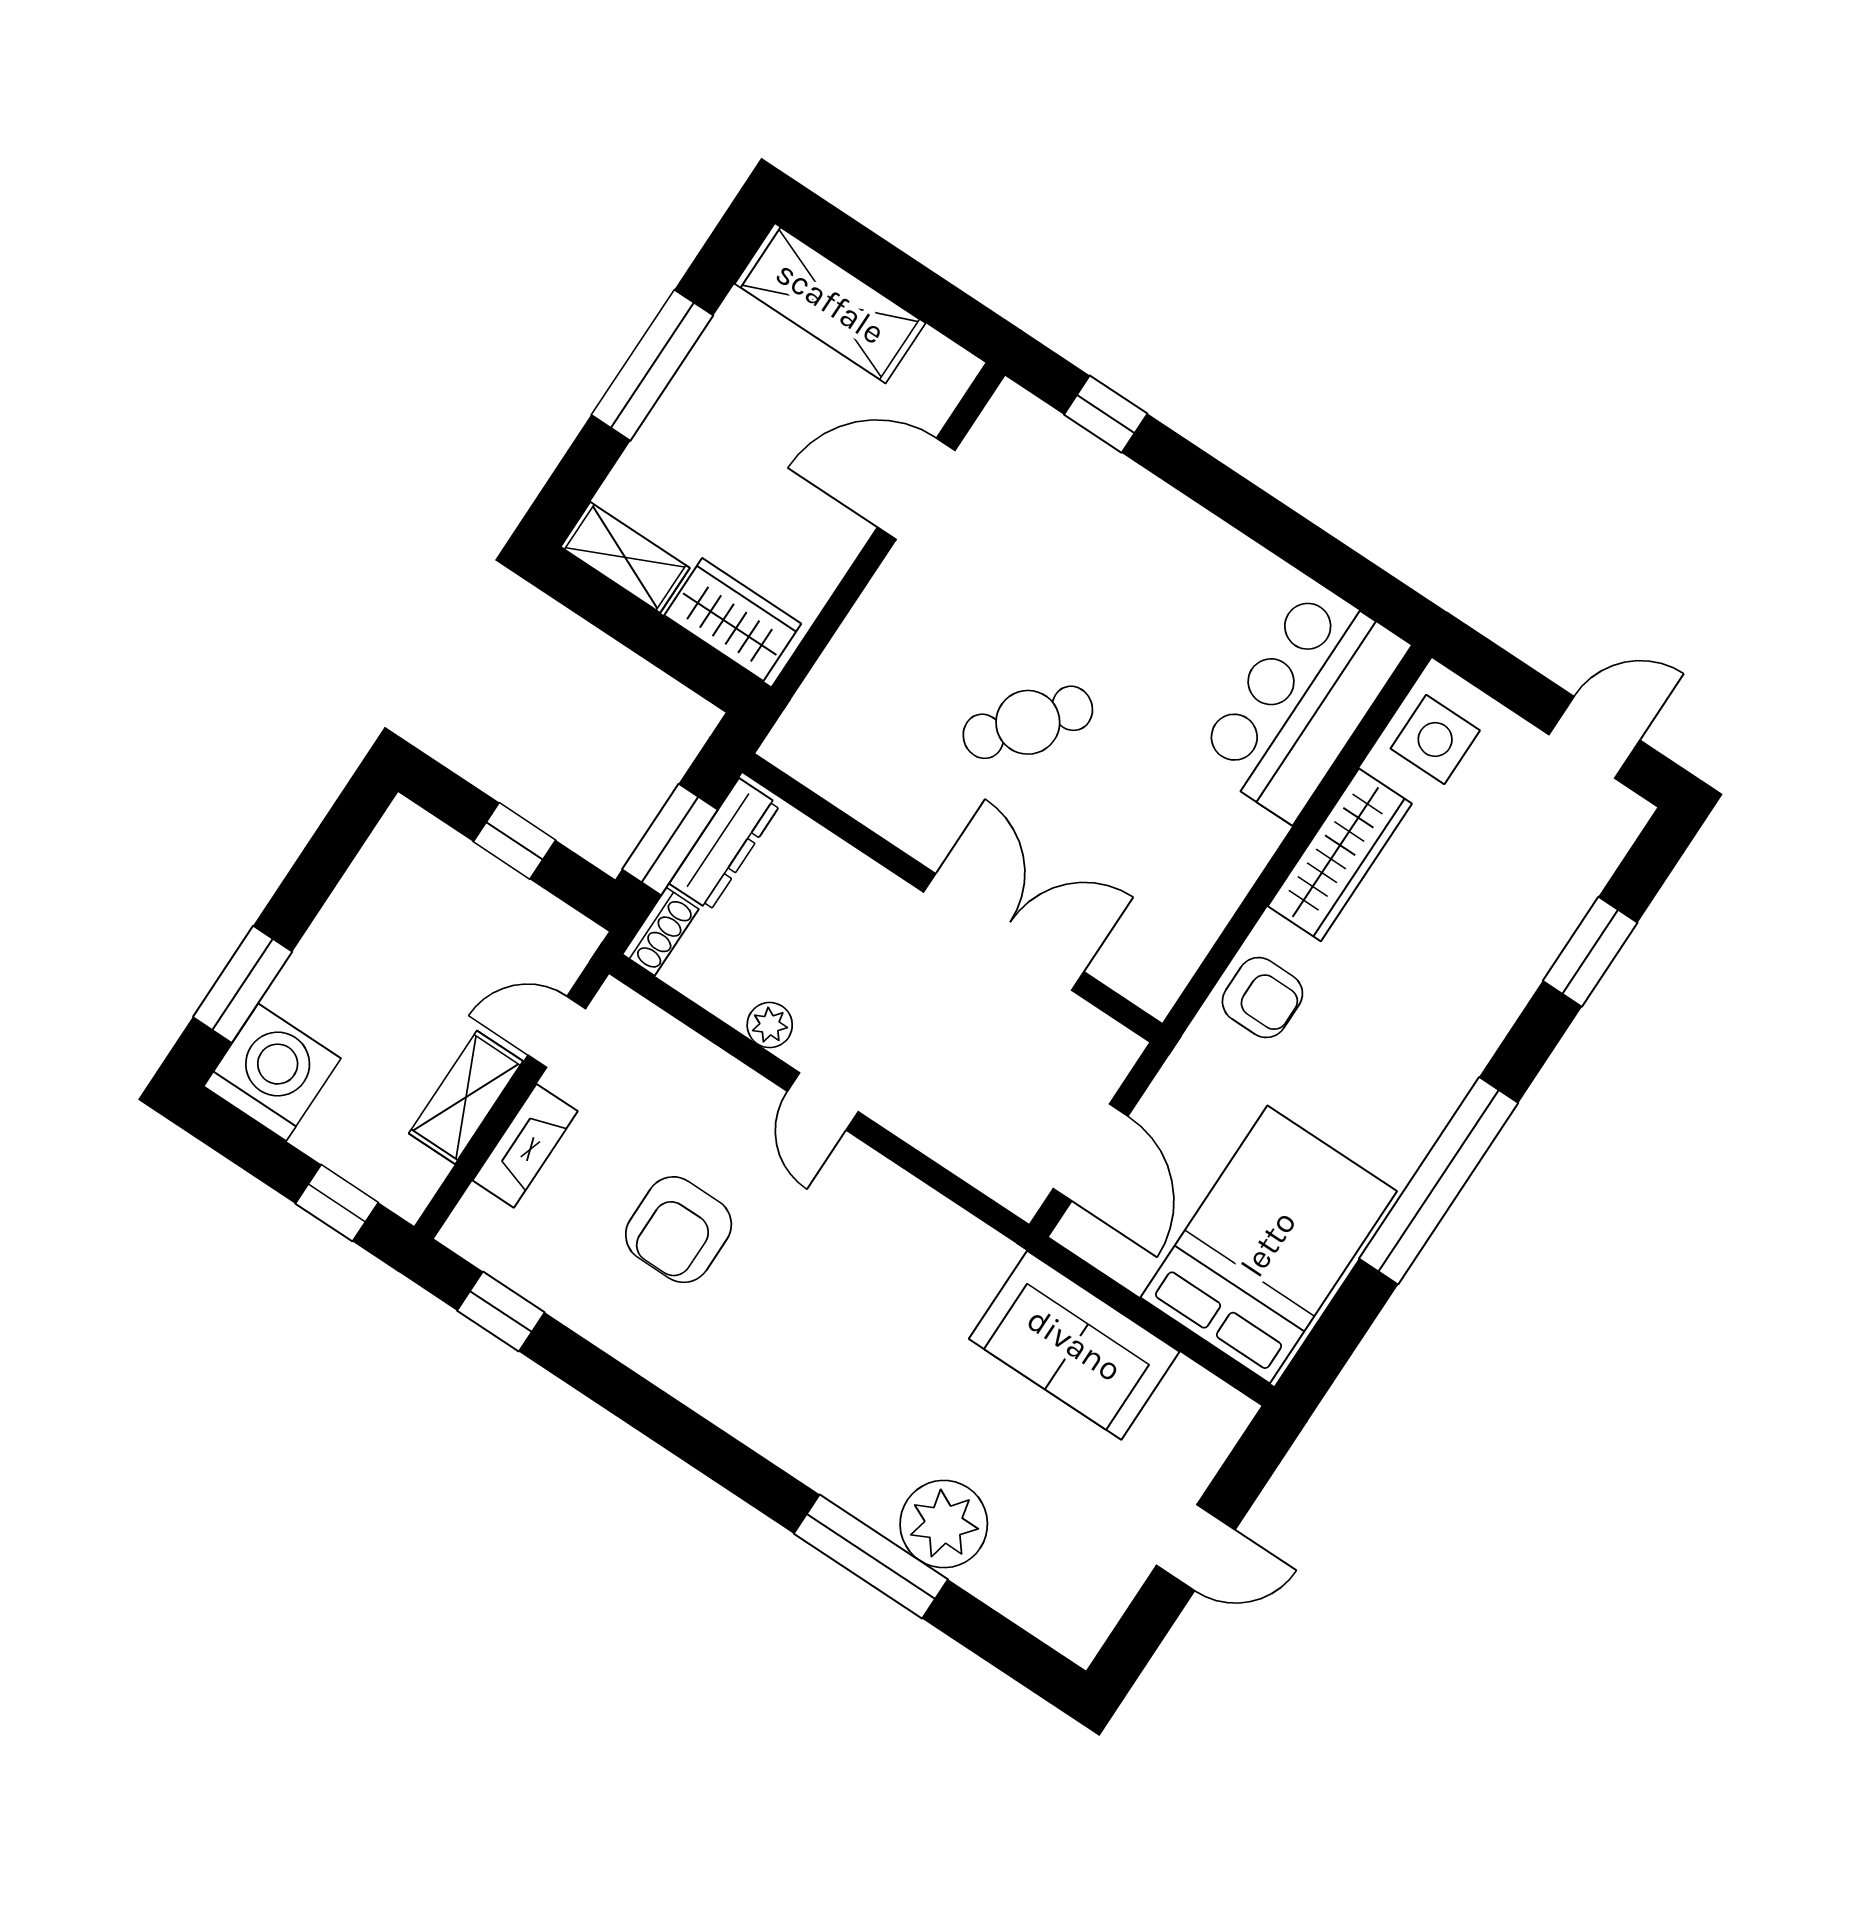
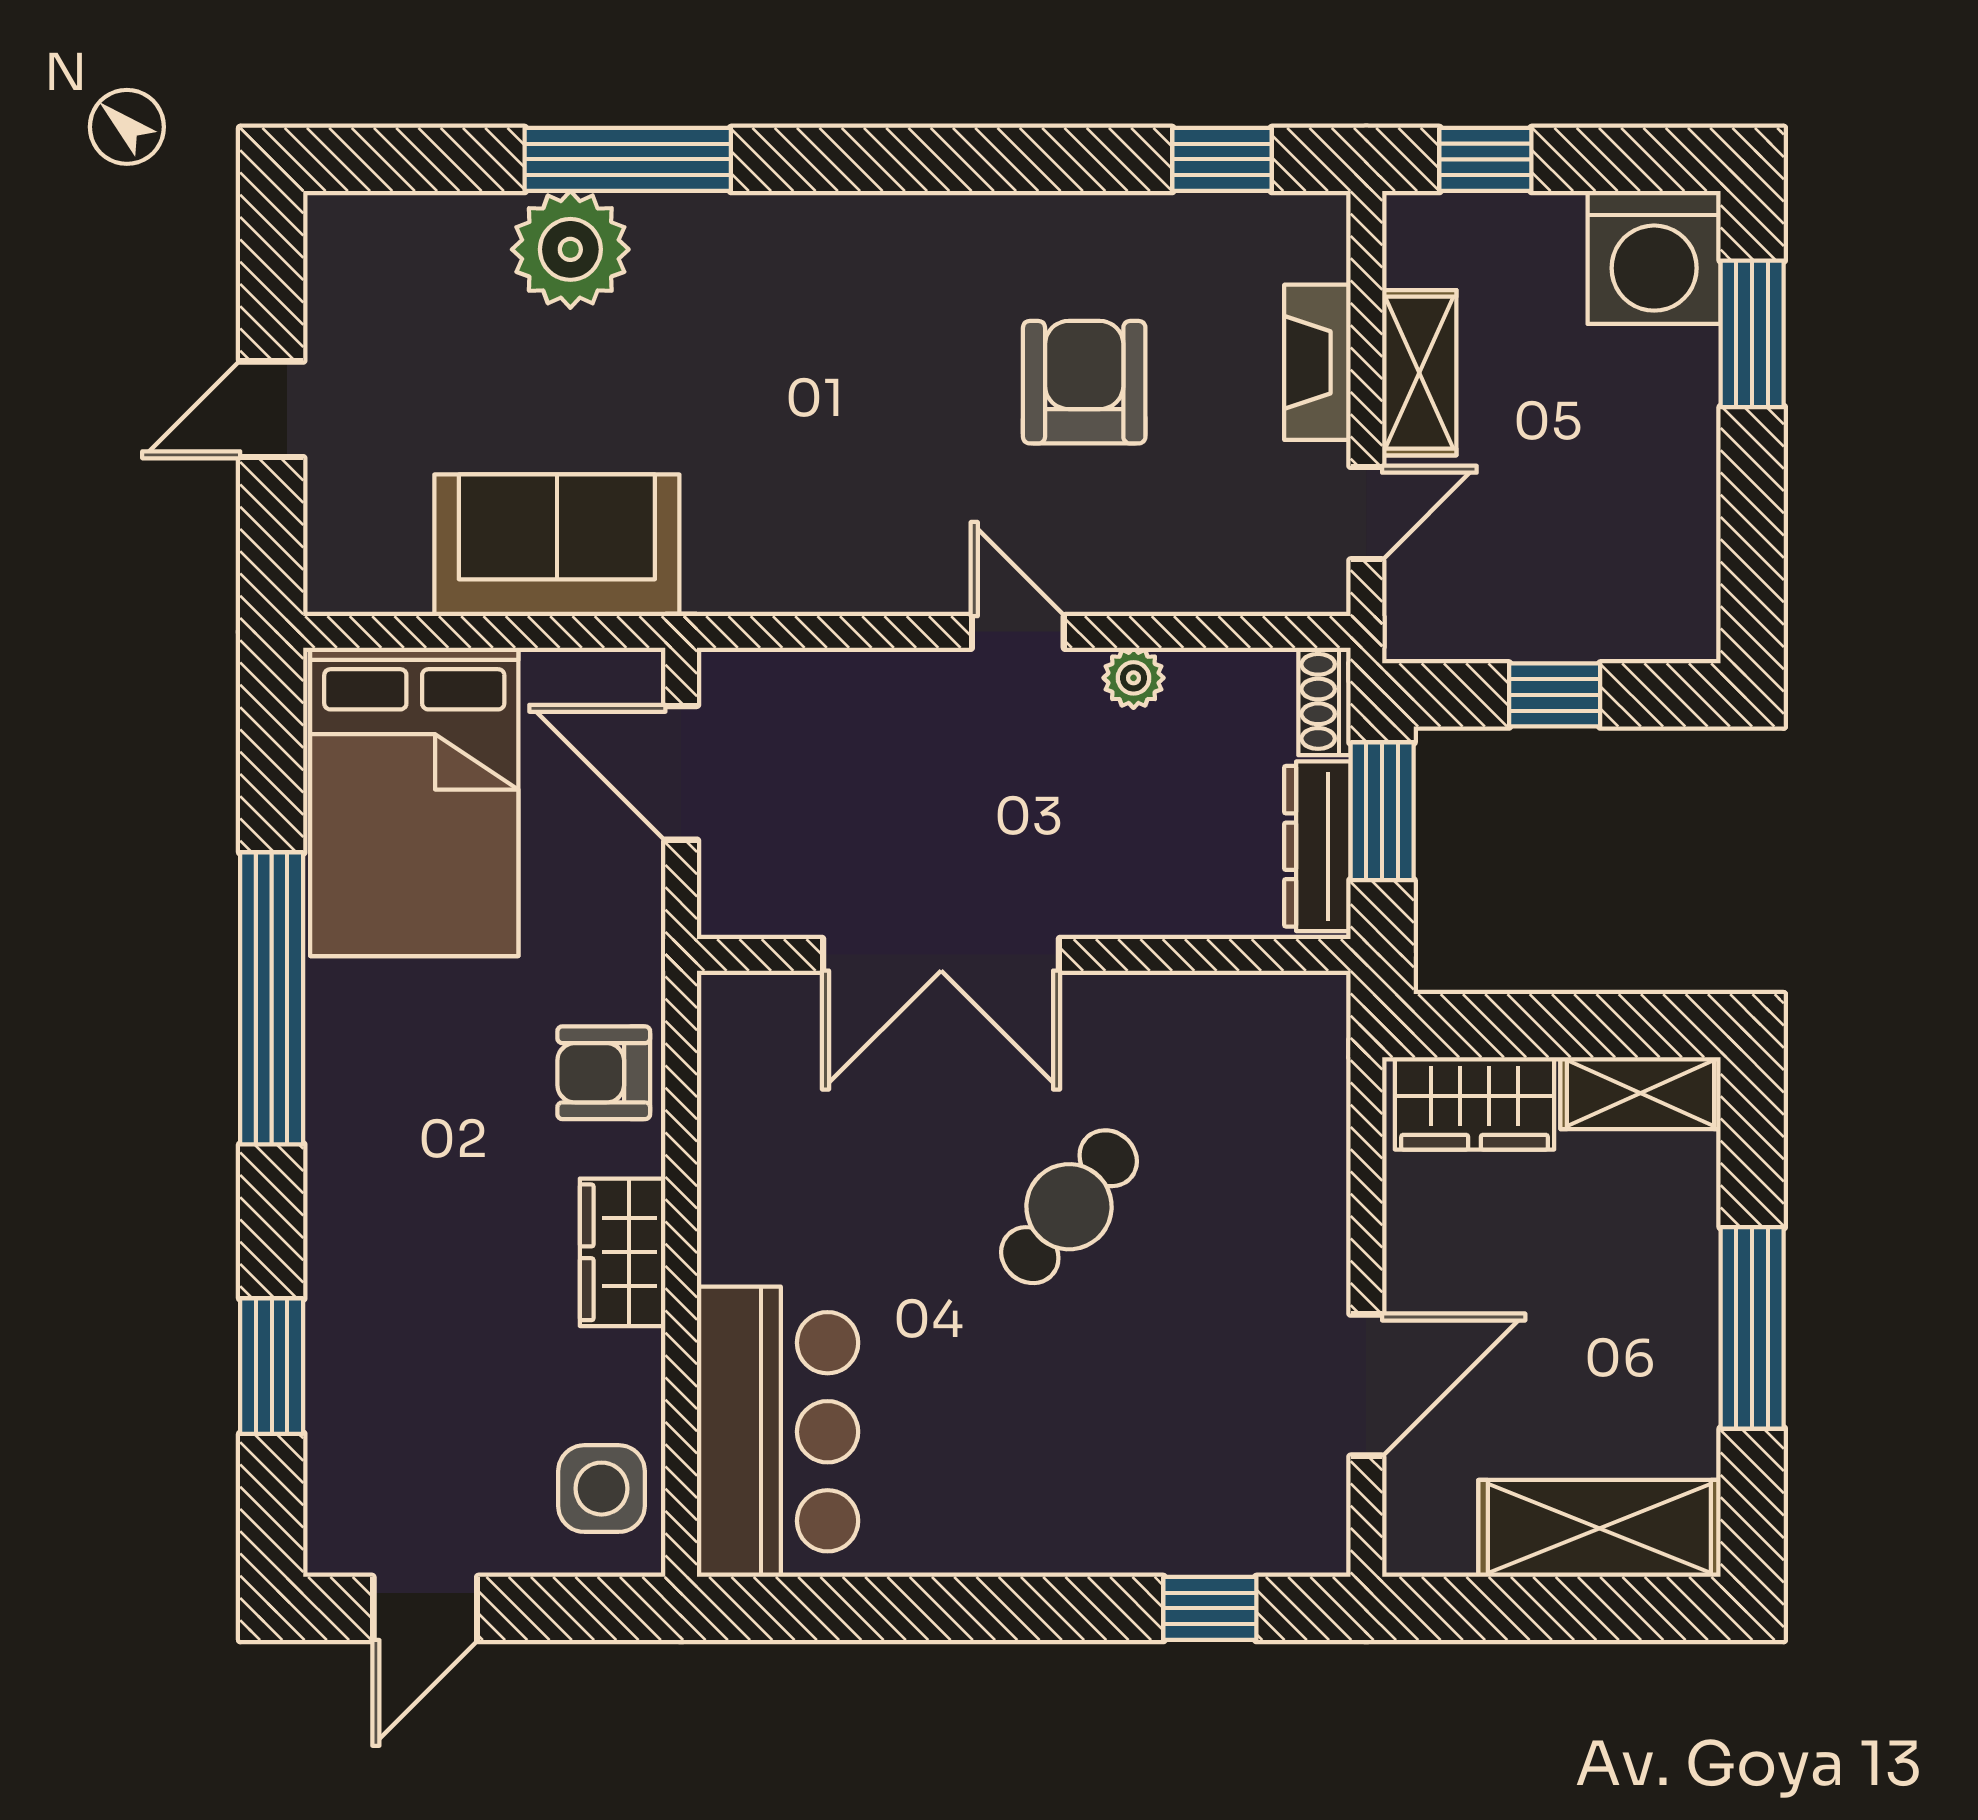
wardrobe: (1340, 855) -> (623, 1252), width x0.67

